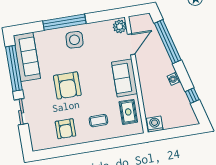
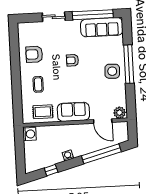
armchair: (67, 85) -> (72, 60), width x0.53, depth x0.53

